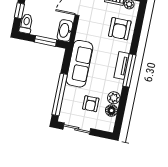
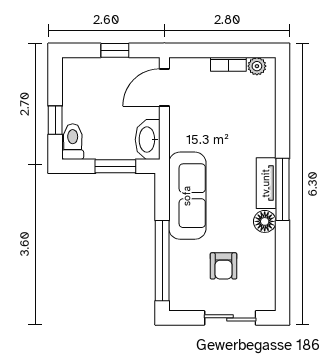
armchair: (120, 29) -> (249, 115), removed
plant: (114, 98) -> (264, 246), removed
floor lamp: (111, 111) -> (265, 221), moved
sliding door: (77, 129) -> (230, 318), moved

